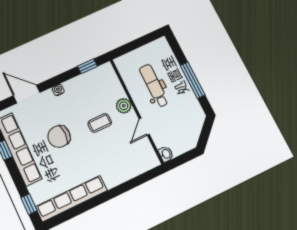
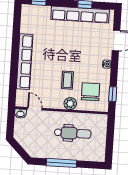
door: (144, 127) -> (35, 109), moved
chair: (59, 136) -> (91, 92), moved
row of seats: (71, 199) -> (25, 62), moved

